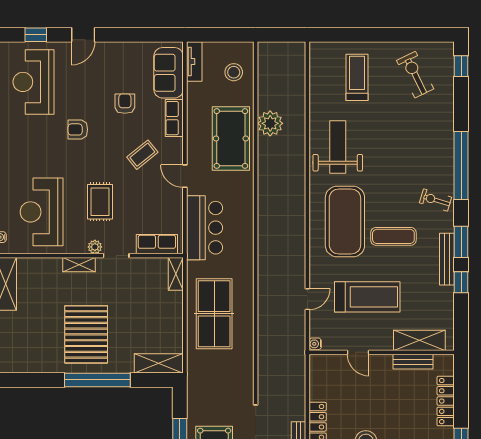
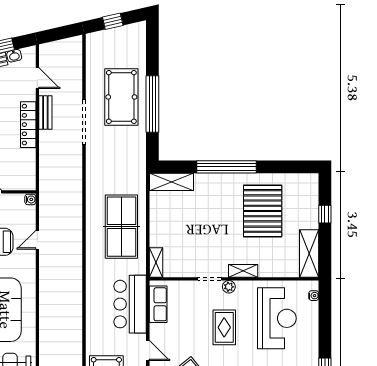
row of seats: (157, 244) -> (158, 304), moved, turned -90
pallet: (86, 334) -> (263, 211), moved

